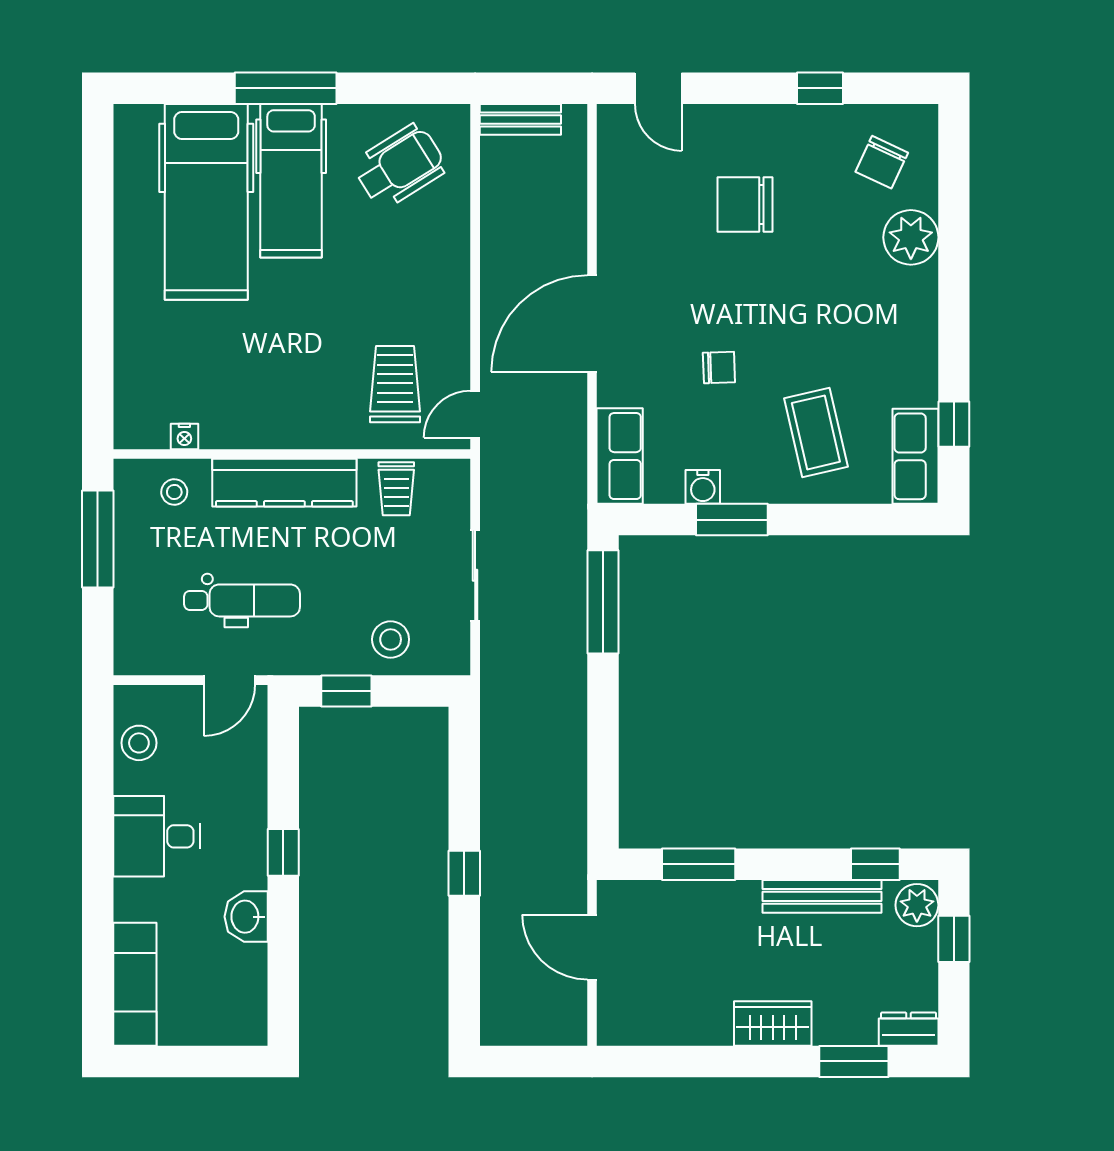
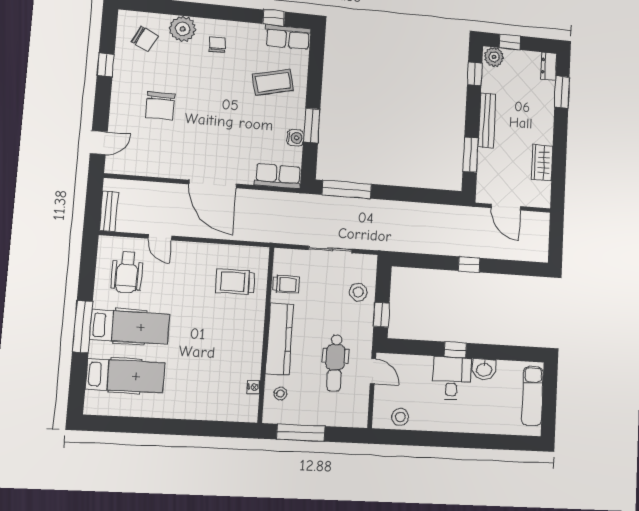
wheelchair: (400, 166) -> (127, 272), turned -148
hospital bed: (206, 202) -> (125, 376), width x0.73, depth x0.78
chair: (719, 367) -> (217, 44), moved
door: (475, 414) -> (160, 237), moved
dental chair: (242, 600) -> (335, 363), turned 180
desk: (157, 836) -> (452, 378), moved, turned 180
bench: (822, 896) -> (487, 120), moved
door: (592, 947) -> (506, 207), hinge flipped
exam couch: (135, 984) -> (532, 396), moved, turned -90
wardrobe: (773, 1023) -> (542, 163), moved

